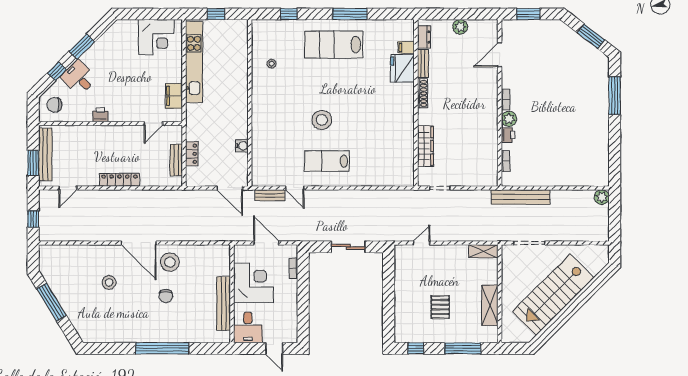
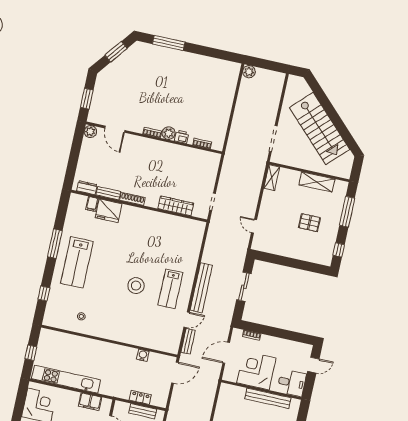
plant: (460, 27) -> (90, 132), moved
bench: (520, 197) -> (201, 288), moved

